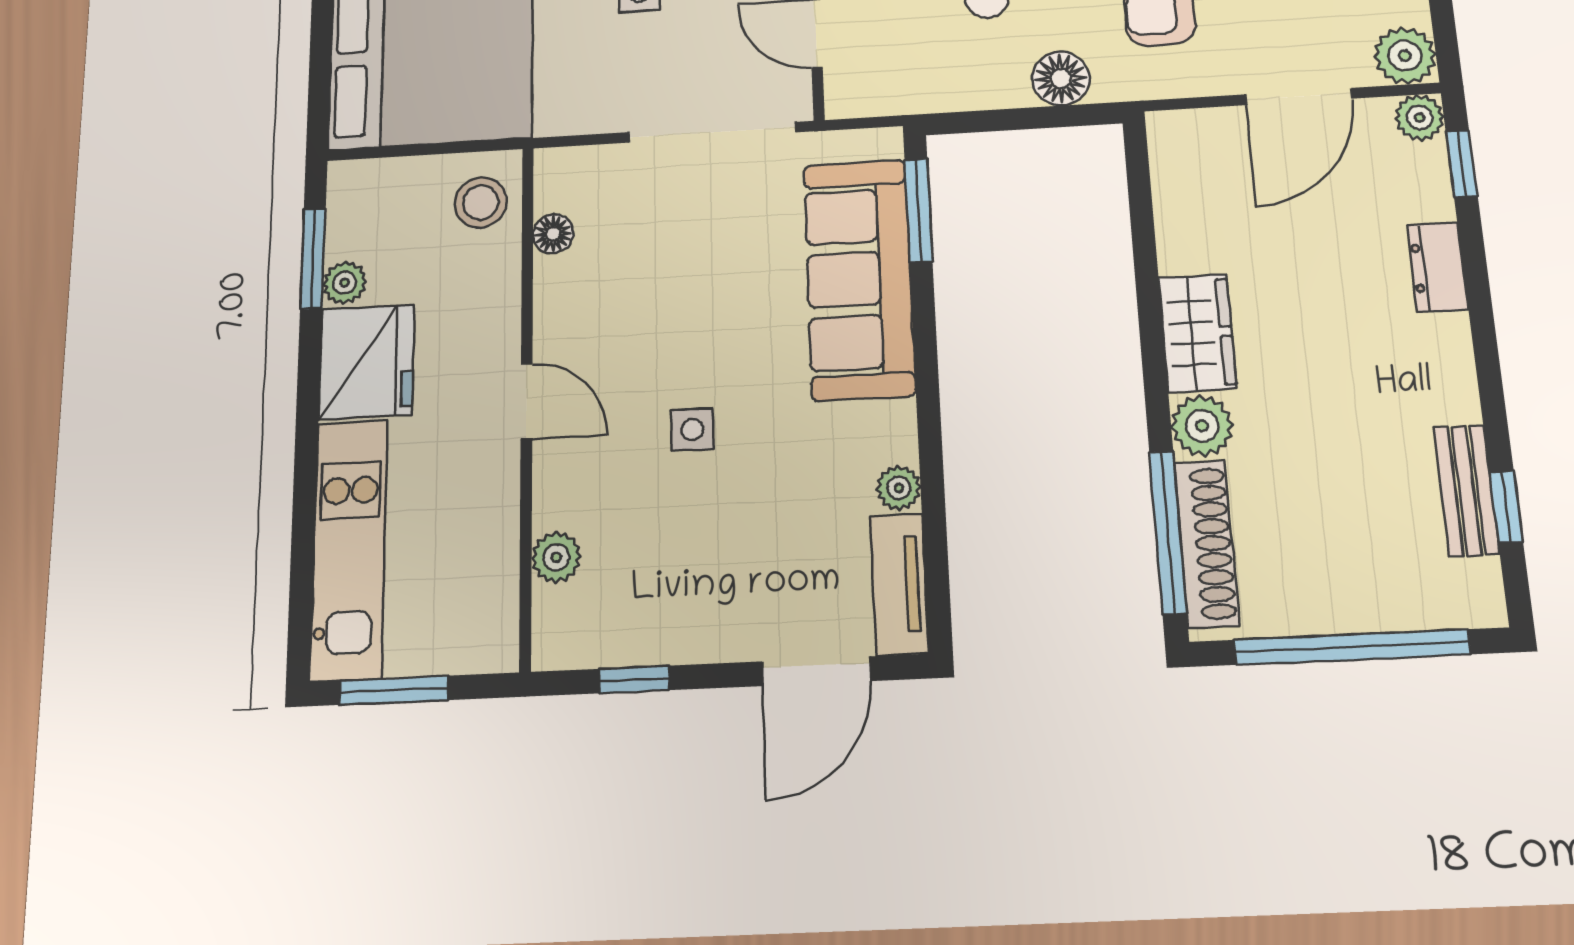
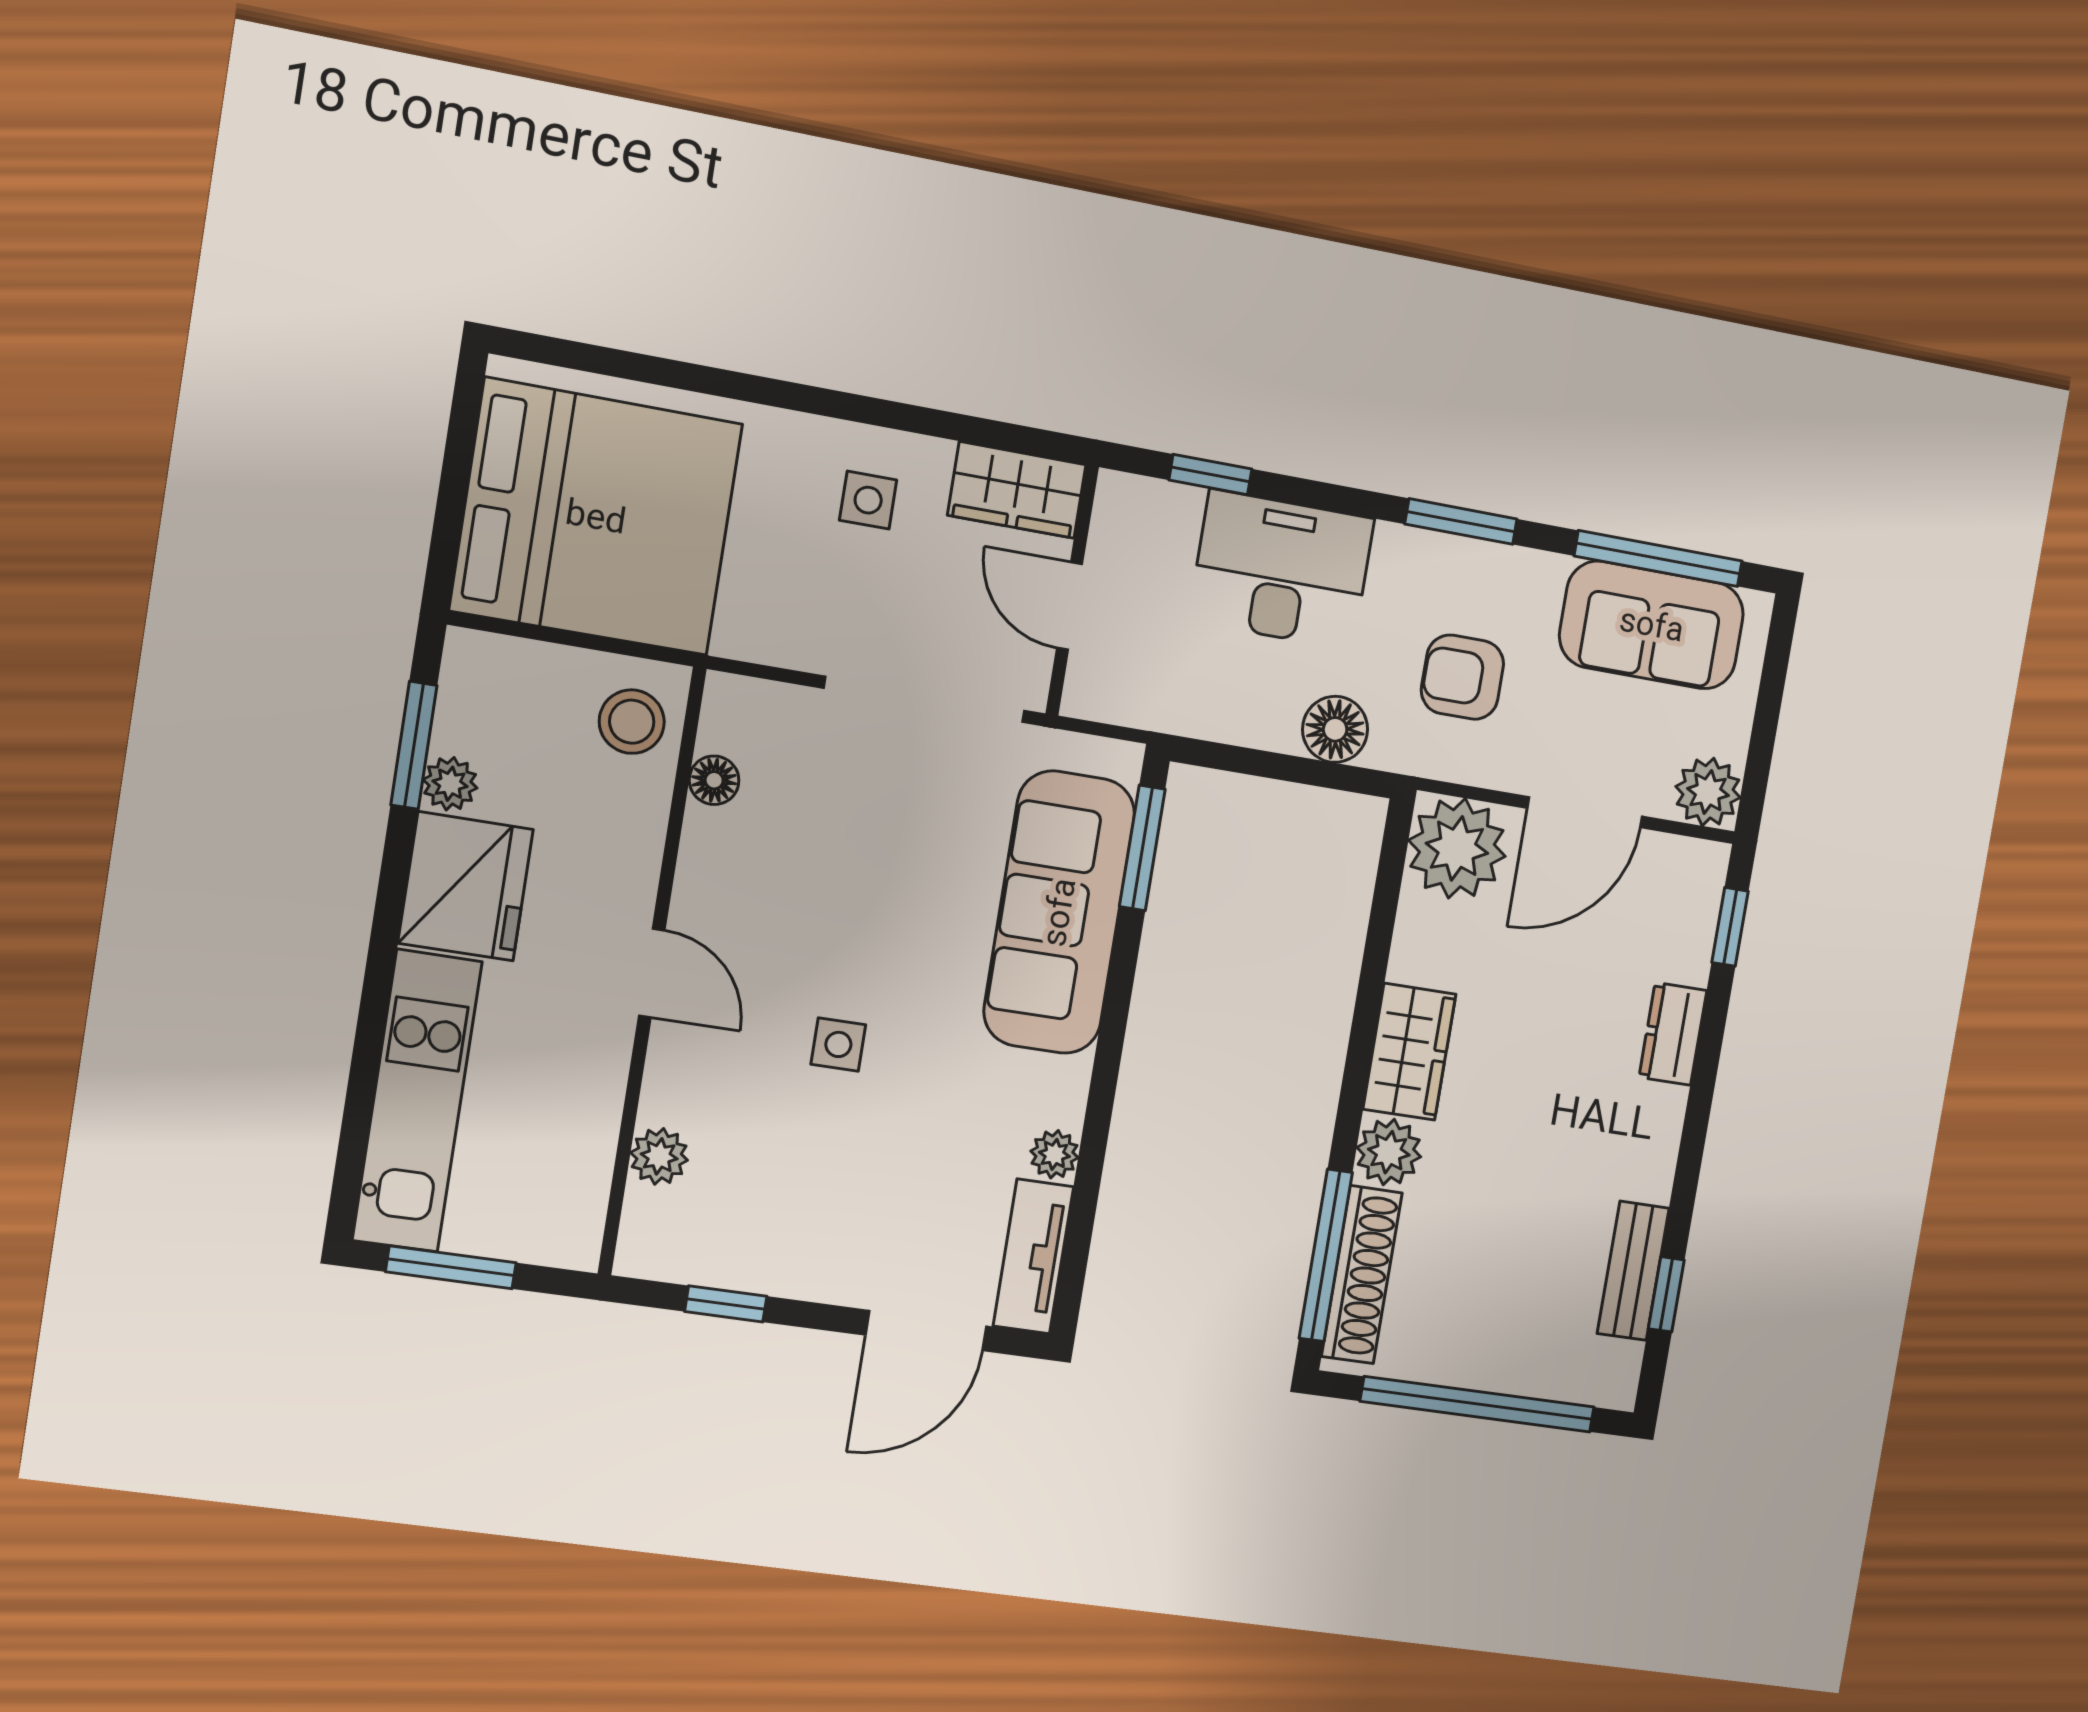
plant: (1420, 118) -> (1457, 848), moved, width x1.87, depth x1.87

